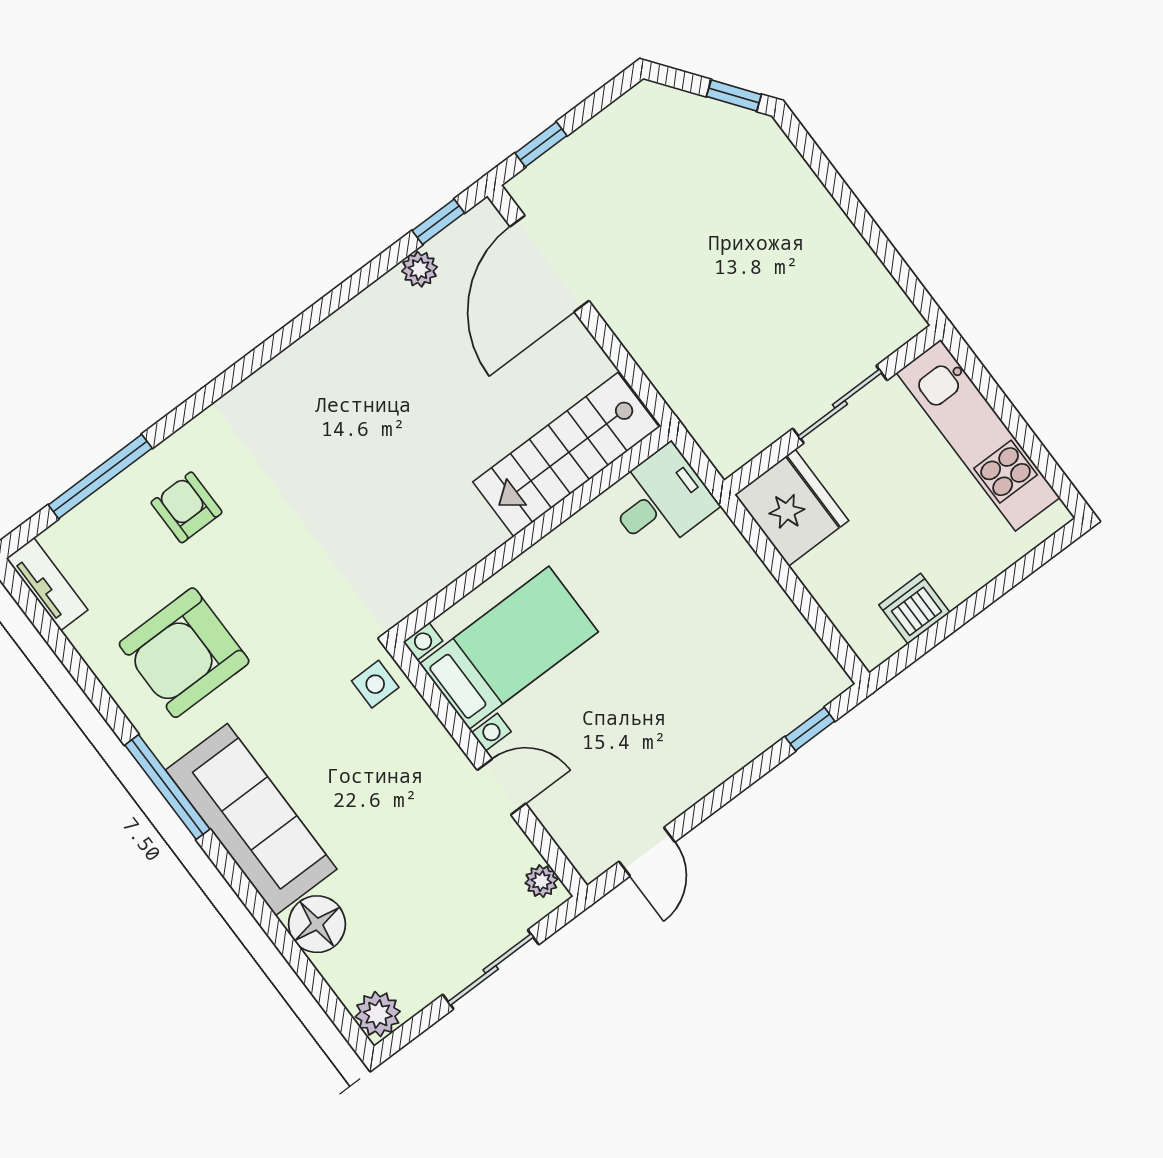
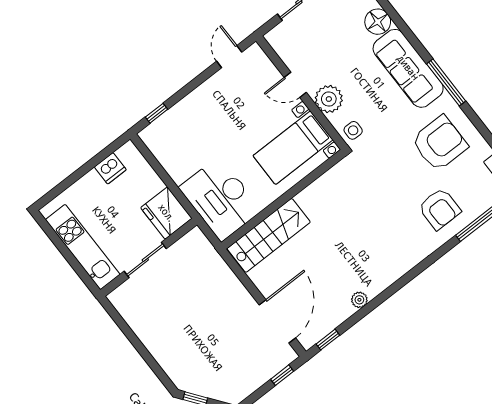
plant: (419, 269) -> (359, 300), moved
desk: (661, 500) -> (220, 199), width x1.87, depth x1.30
armchair: (186, 507) -> (440, 209), width x1.38, depth x1.38
plant: (541, 881) -> (329, 99), moved, width x1.87, depth x1.87

